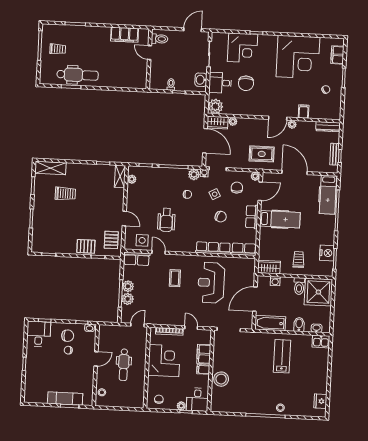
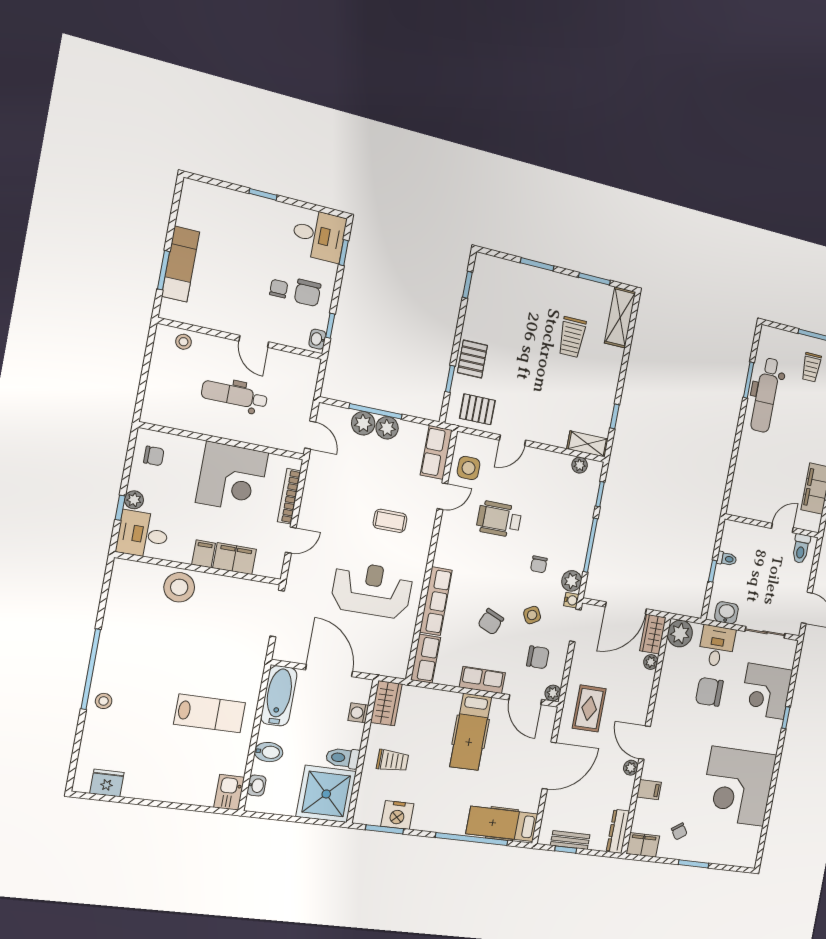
filing cabinet: (337, 55) -> (643, 845), moved

